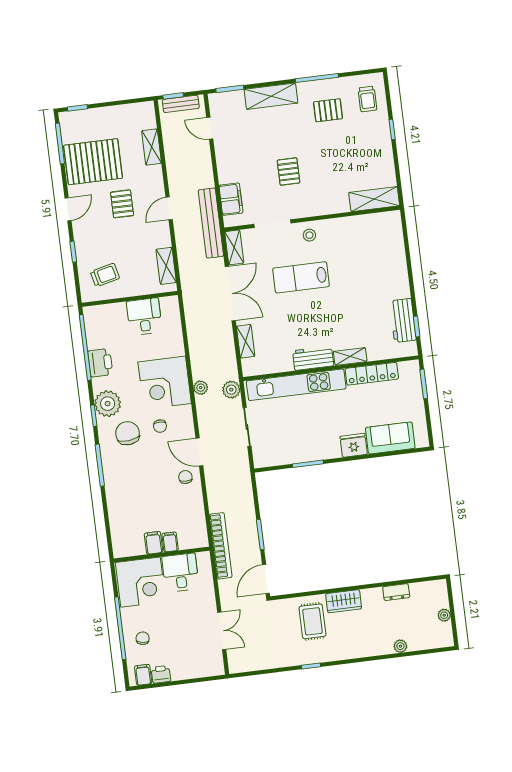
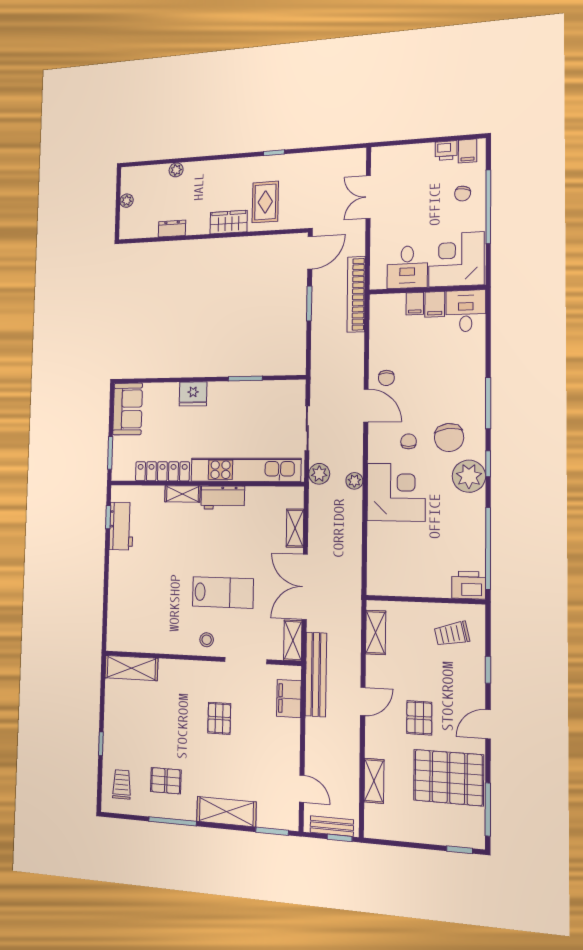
desk: (144, 316) -> (466, 311), moved, turned 180
printer: (100, 363) -> (469, 585), moved, turned 90
sofa: (390, 438) -> (128, 409), moved, turned -90

